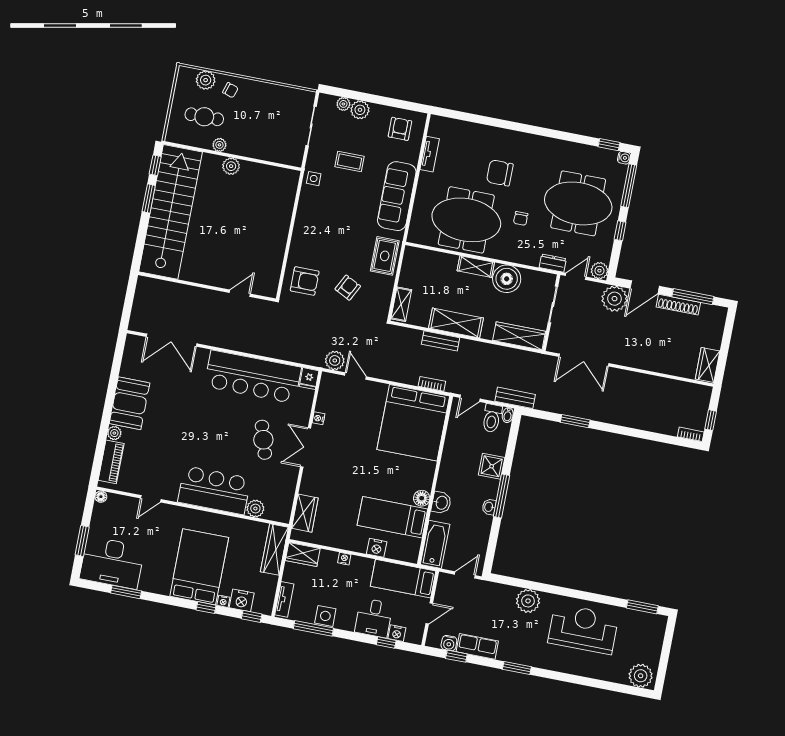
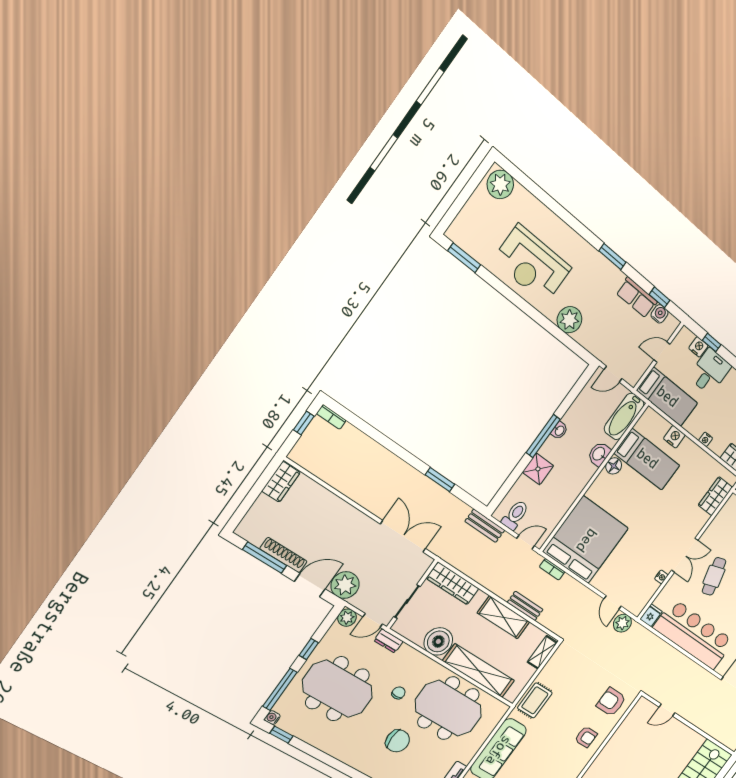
shelving: (476, 267) -> (479, 671), width x2.20, depth x1.33
armchair: (348, 288) -> (586, 737), moved, turned -117
bidet: (508, 415) -> (500, 512), removed

